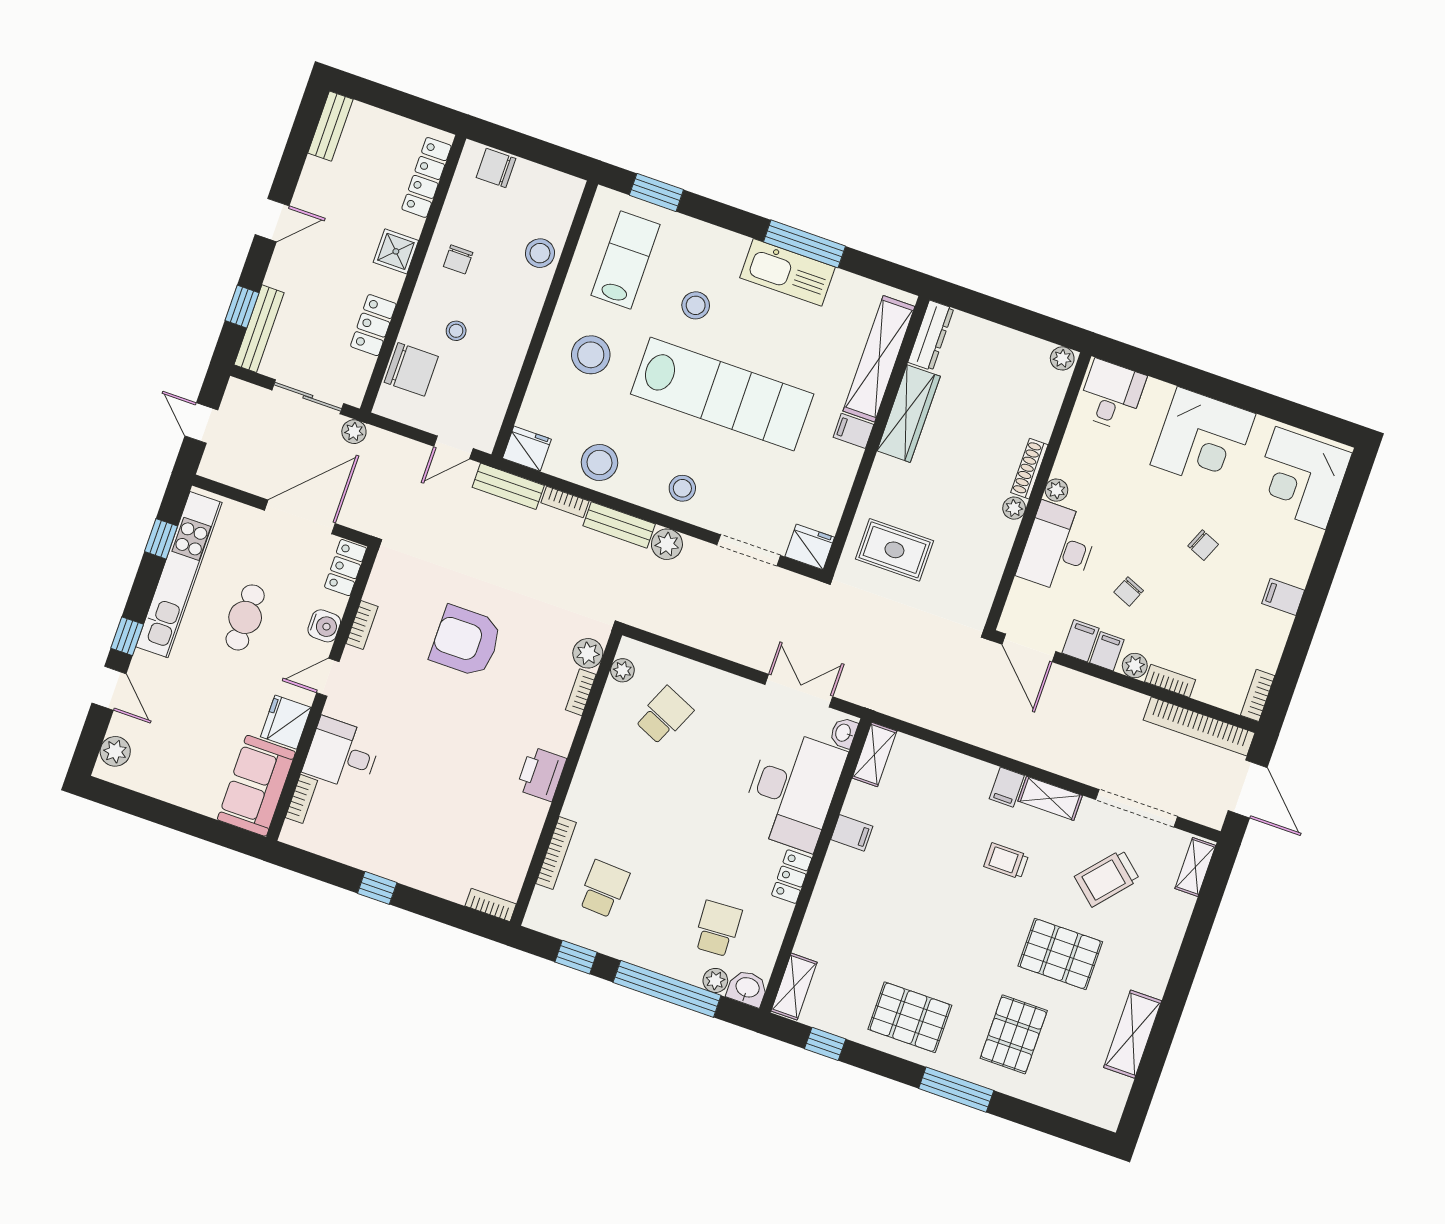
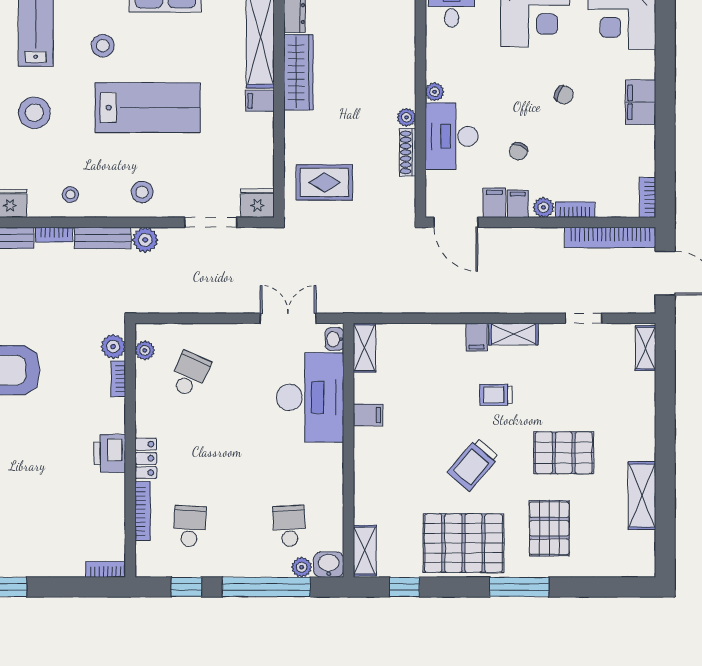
lab bench: (722, 394) -> (148, 108), width x0.73
stool: (599, 463) -> (70, 194), width x0.53, depth x0.53
shoe rack: (1029, 469) -> (408, 152), moved
filing cabinet: (1283, 597) -> (641, 102), width x2.00
doorway: (1136, 808) -> (583, 318), width x0.53
locker: (792, 877) -> (146, 458), moved, turned 180
trolley: (1107, 878) -> (473, 465), moved
pallet: (910, 1017) -> (463, 543), width x1.37, depth x1.41

